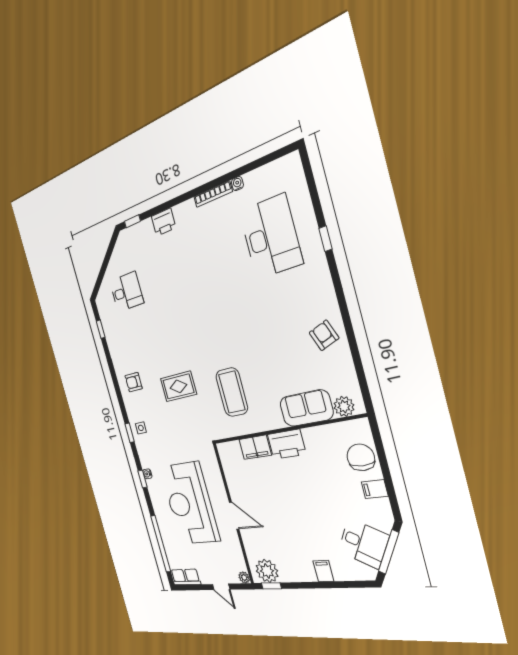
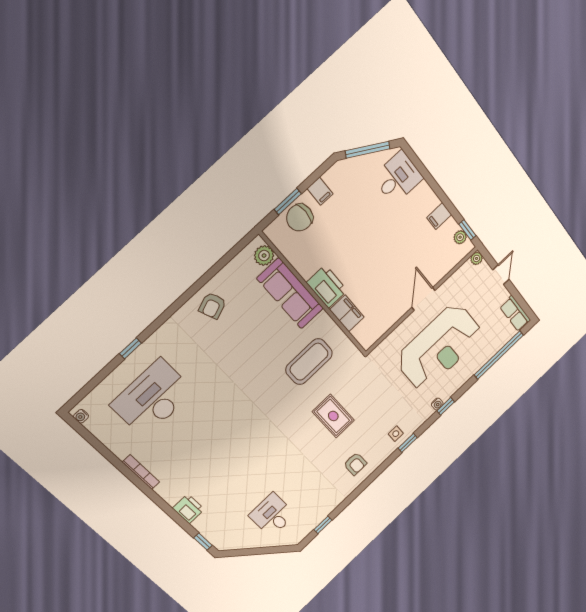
water cooler: (237, 184) -> (81, 416), moved
sofa: (306, 408) -> (290, 293), width x1.36
window: (382, 456) -> (288, 201), added
desk: (363, 543) -> (398, 178), moved, turned 60
plant: (267, 571) -> (460, 237), width x0.53, depth x0.53
filing cabinet: (323, 571) -> (439, 216), moved

